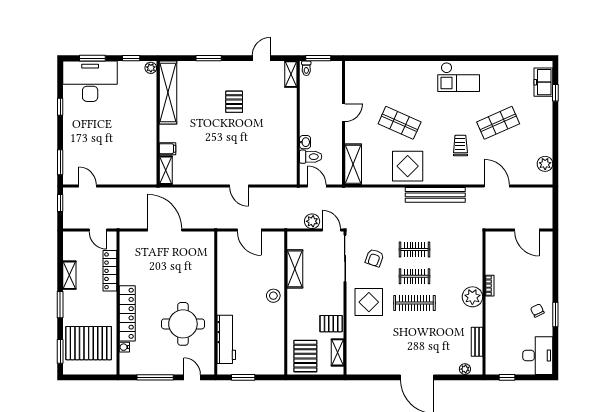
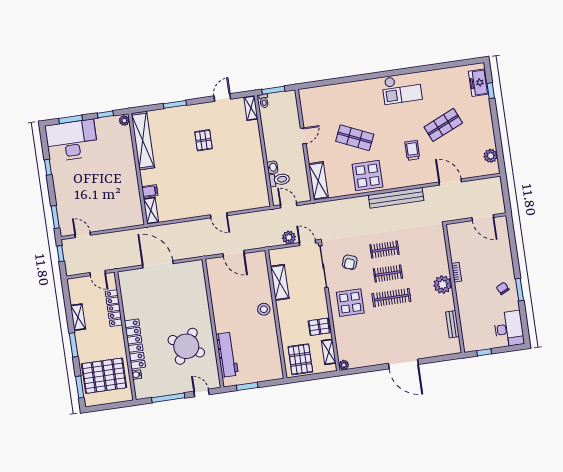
round table: (183, 324) -> (186, 346), turned 33
plant: (465, 369) -> (344, 365), moved

